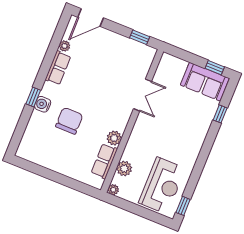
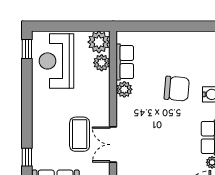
coffee table: (167, 115) -> (80, 134), added
chair: (69, 121) -> (177, 89), turned -85
plant: (113, 190) -> (99, 42), width x1.88, depth x1.88

